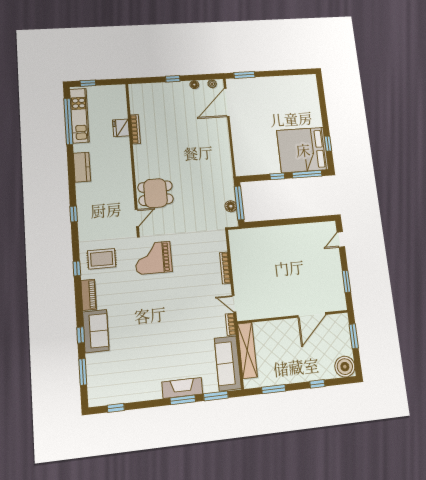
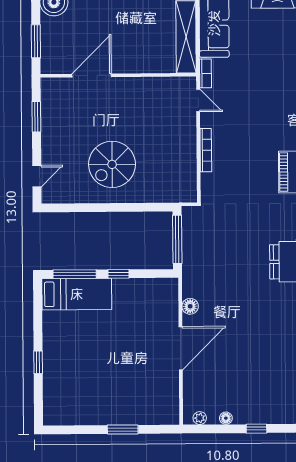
window: (244, 75) -> (123, 430), moved
door: (227, 102) -> (181, 348), moved
window: (328, 144) -> (38, 362), moved
bed: (303, 150) -> (77, 294), width x0.49
floor lamp: (231, 206) -> (190, 306), moved
spiral stairs: (290, 252) -> (112, 164), added

